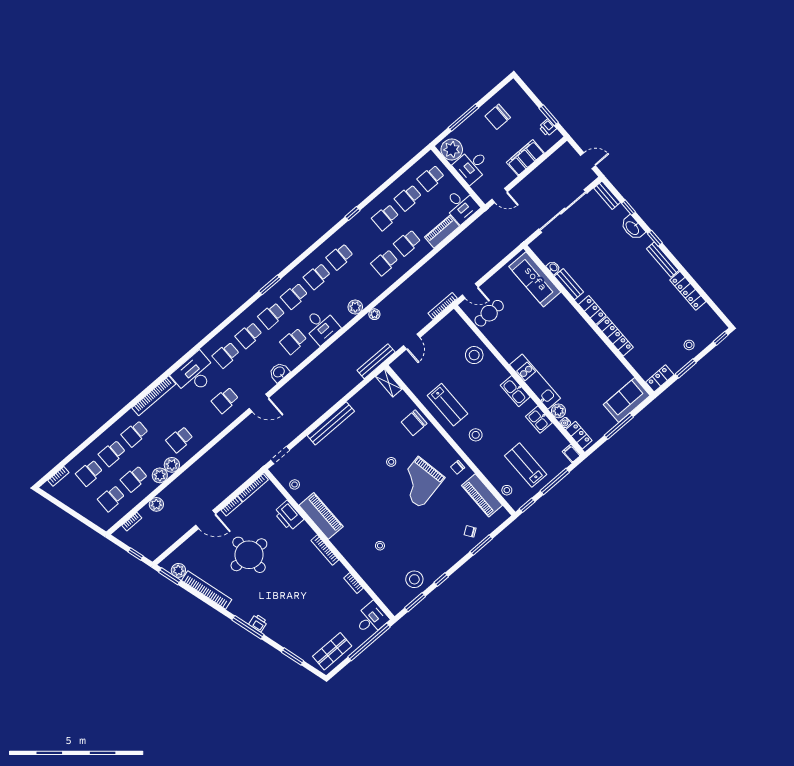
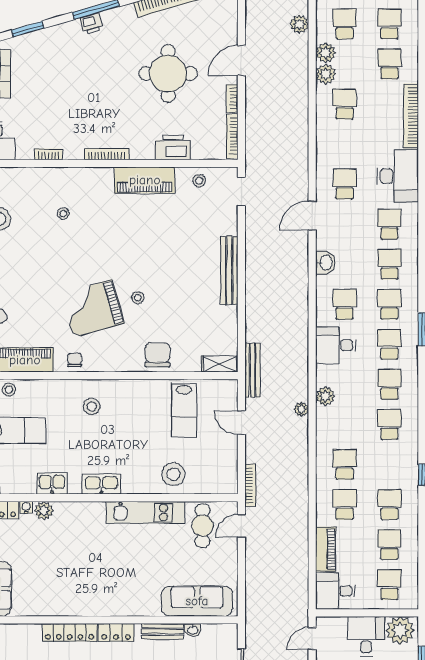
kitchen unit: (535, 382) -> (145, 512), moved
lab bench: (448, 405) -> (184, 410), moved, turned -90
grand piano: (420, 482) -> (93, 308), turned -95

